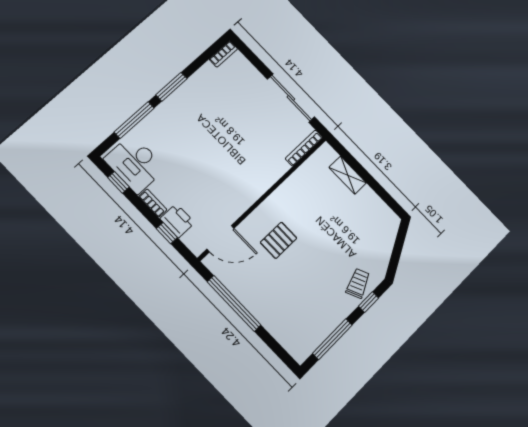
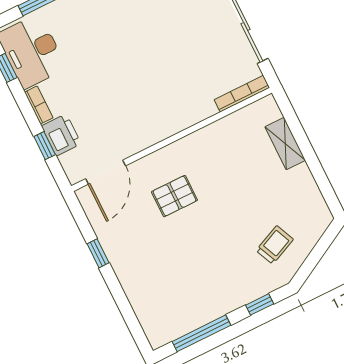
door: (220, 239) -> (106, 172), hinge flipped
trolley: (358, 283) -> (275, 245), moved
window: (234, 303) -> (98, 253), width x0.32

